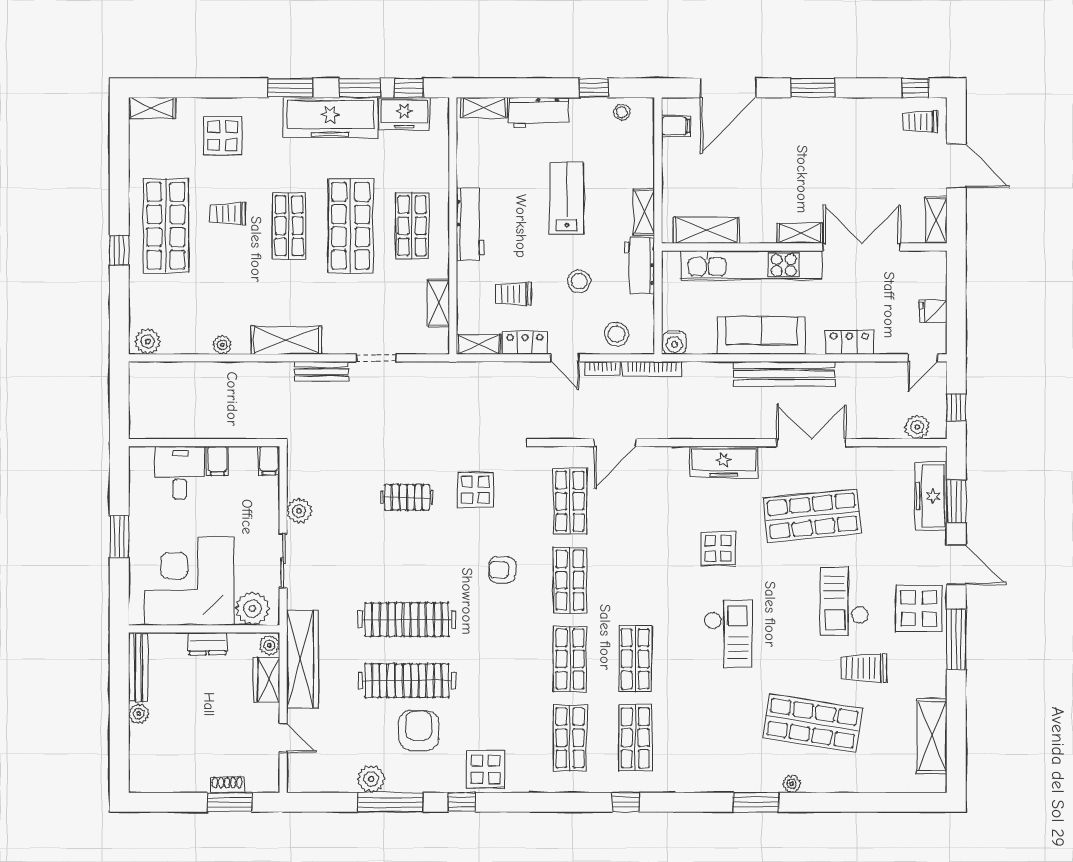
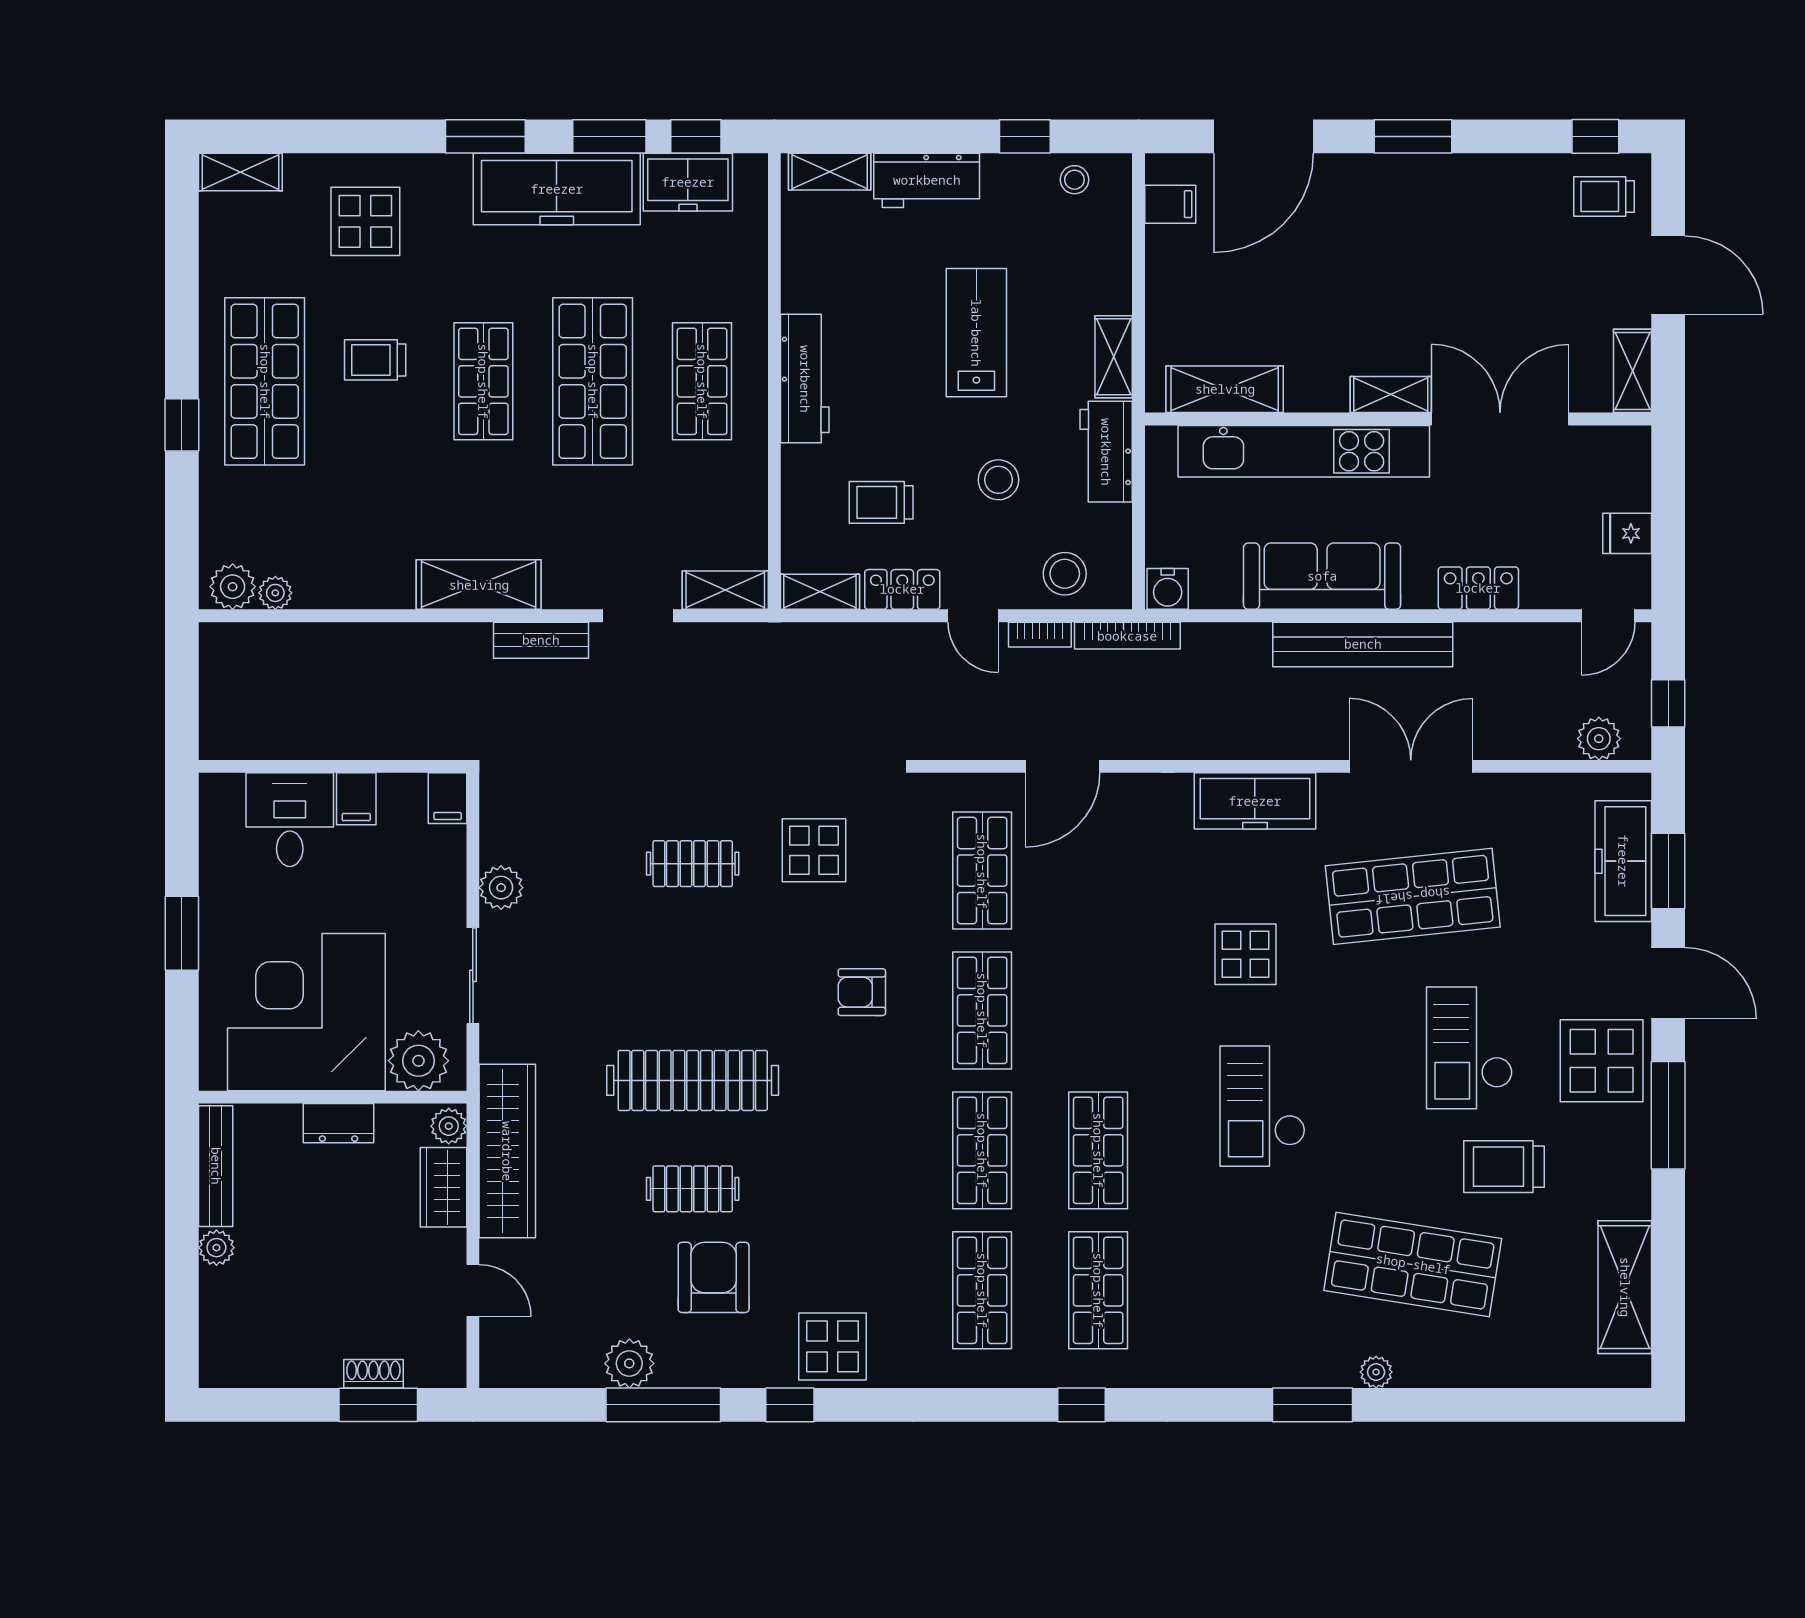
shelving: (438, 303) -> (725, 590), moved, turned 90
plant: (222, 345) -> (275, 593), moved
checkout: (728, 634) -> (1263, 1106), turned 180
clothes rail: (407, 681) -> (693, 1189), width x0.54, depth x0.76

